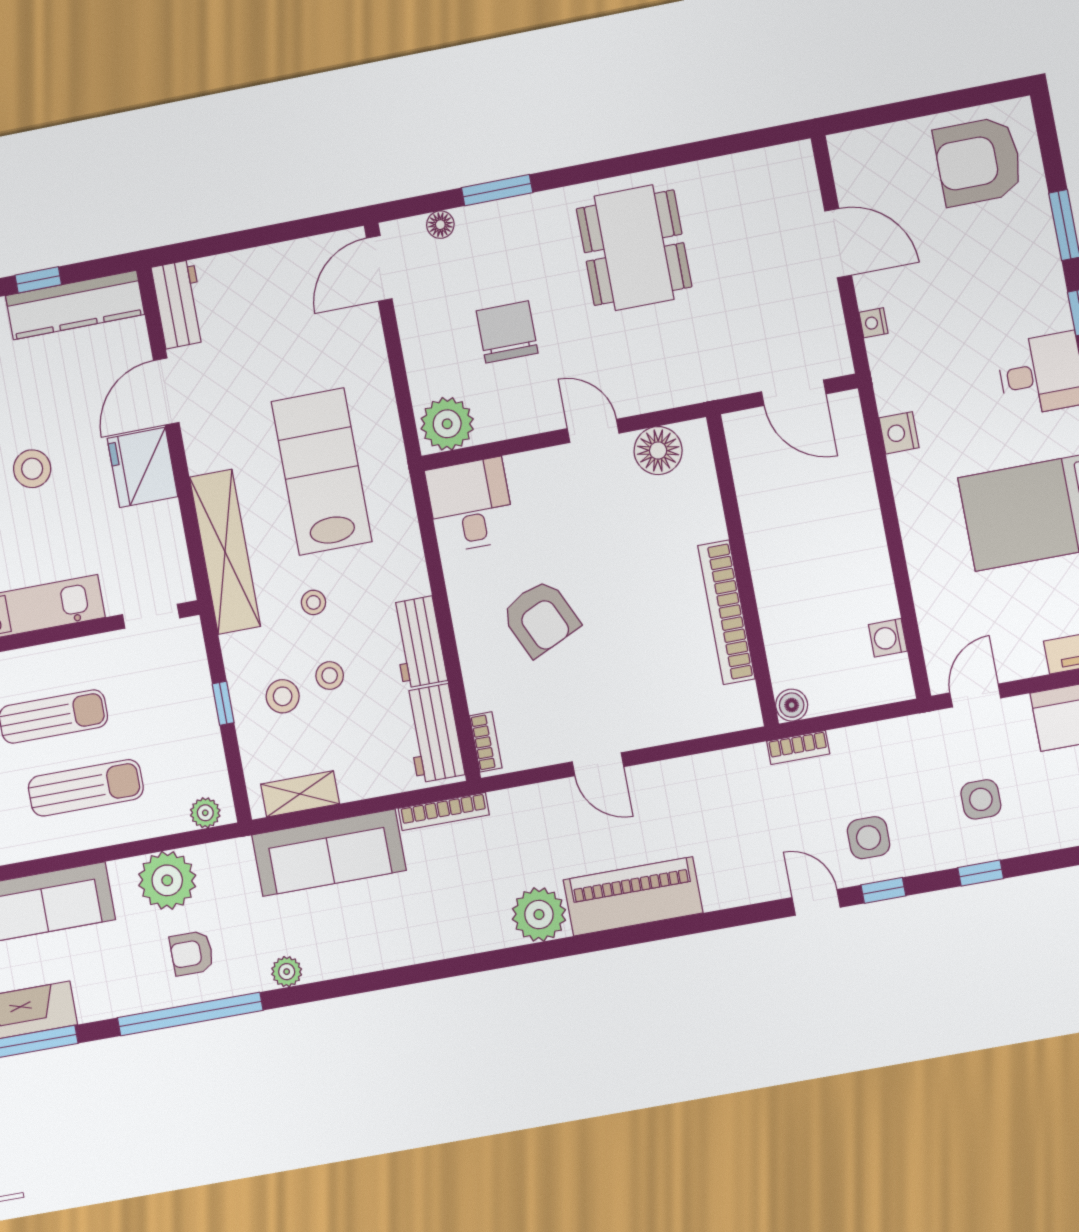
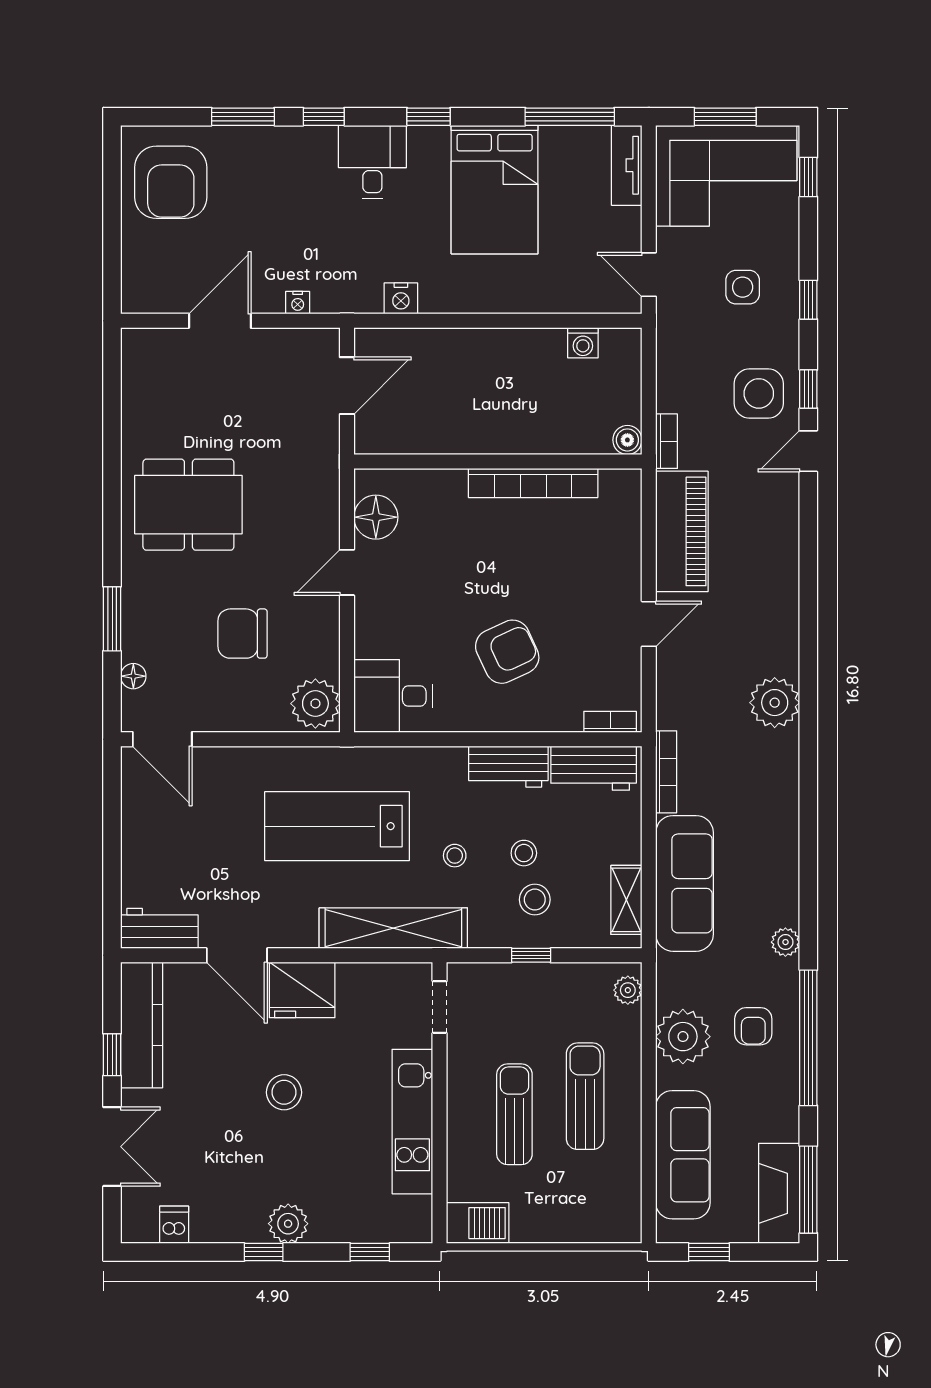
side table: (869, 838) -> (759, 393), width x1.37, depth x1.37
piano: (633, 896) -> (682, 531), moved, turned 180

